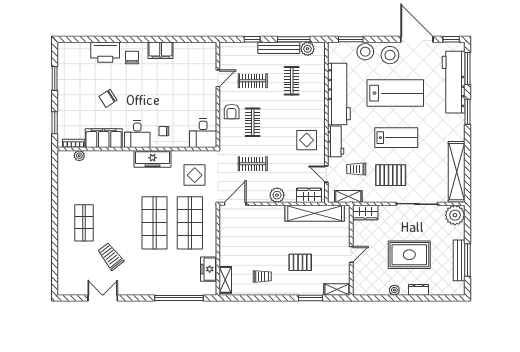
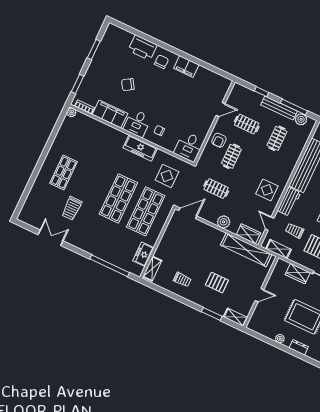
plant: (79, 156) -> (71, 112), moved
wardrobe: (365, 213) -> (298, 274), moved
trolley: (111, 256) -> (72, 208), turned -142

